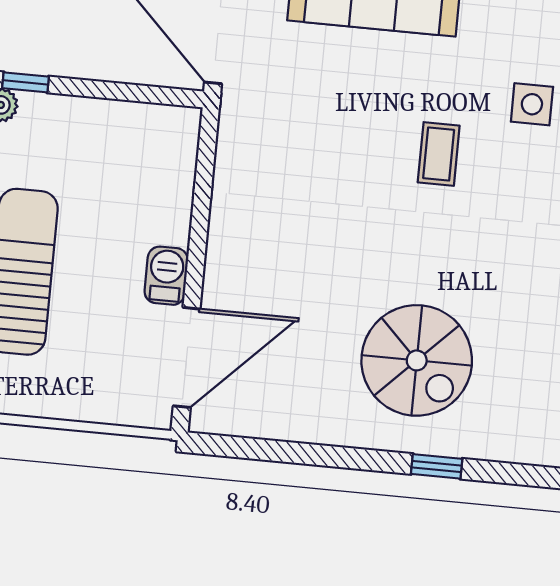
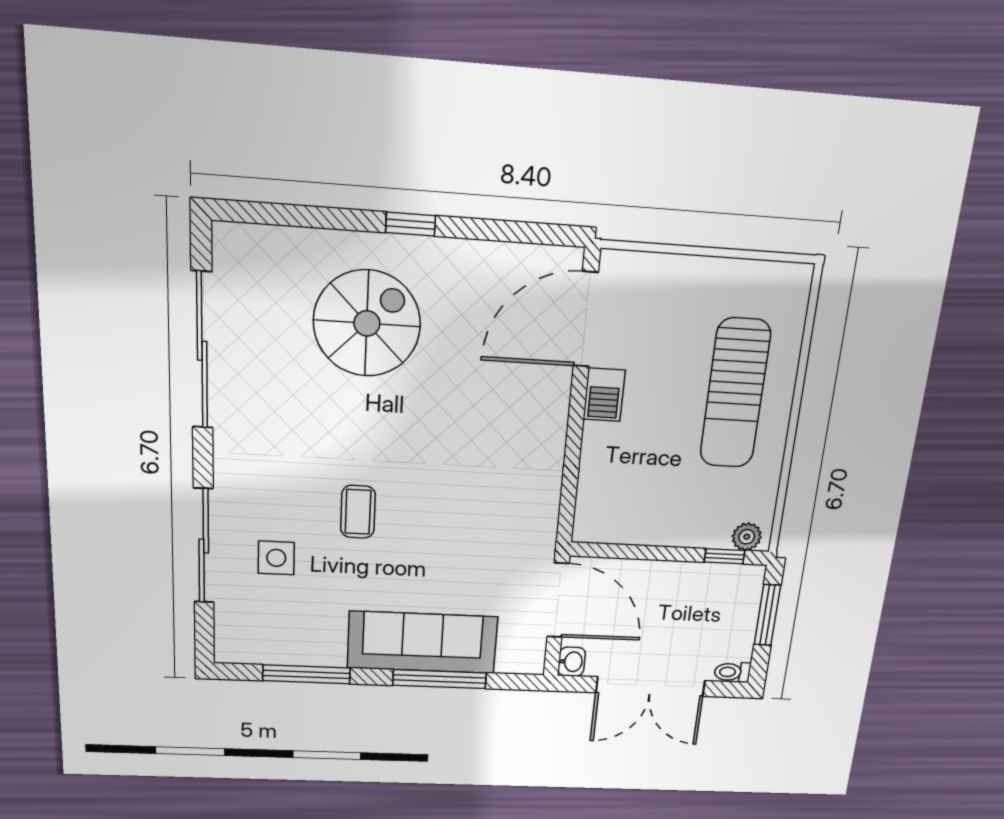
spiral stairs: (417, 360) -> (367, 323), turned 90
window: (437, 466) -> (411, 224), moved

